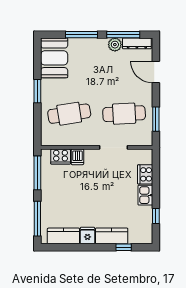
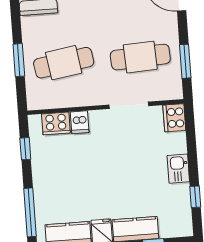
window: (37, 91) -> (19, 60), moved
window: (37, 173) -> (25, 149), width x0.46
cooker: (145, 174) -> (174, 118), moved

